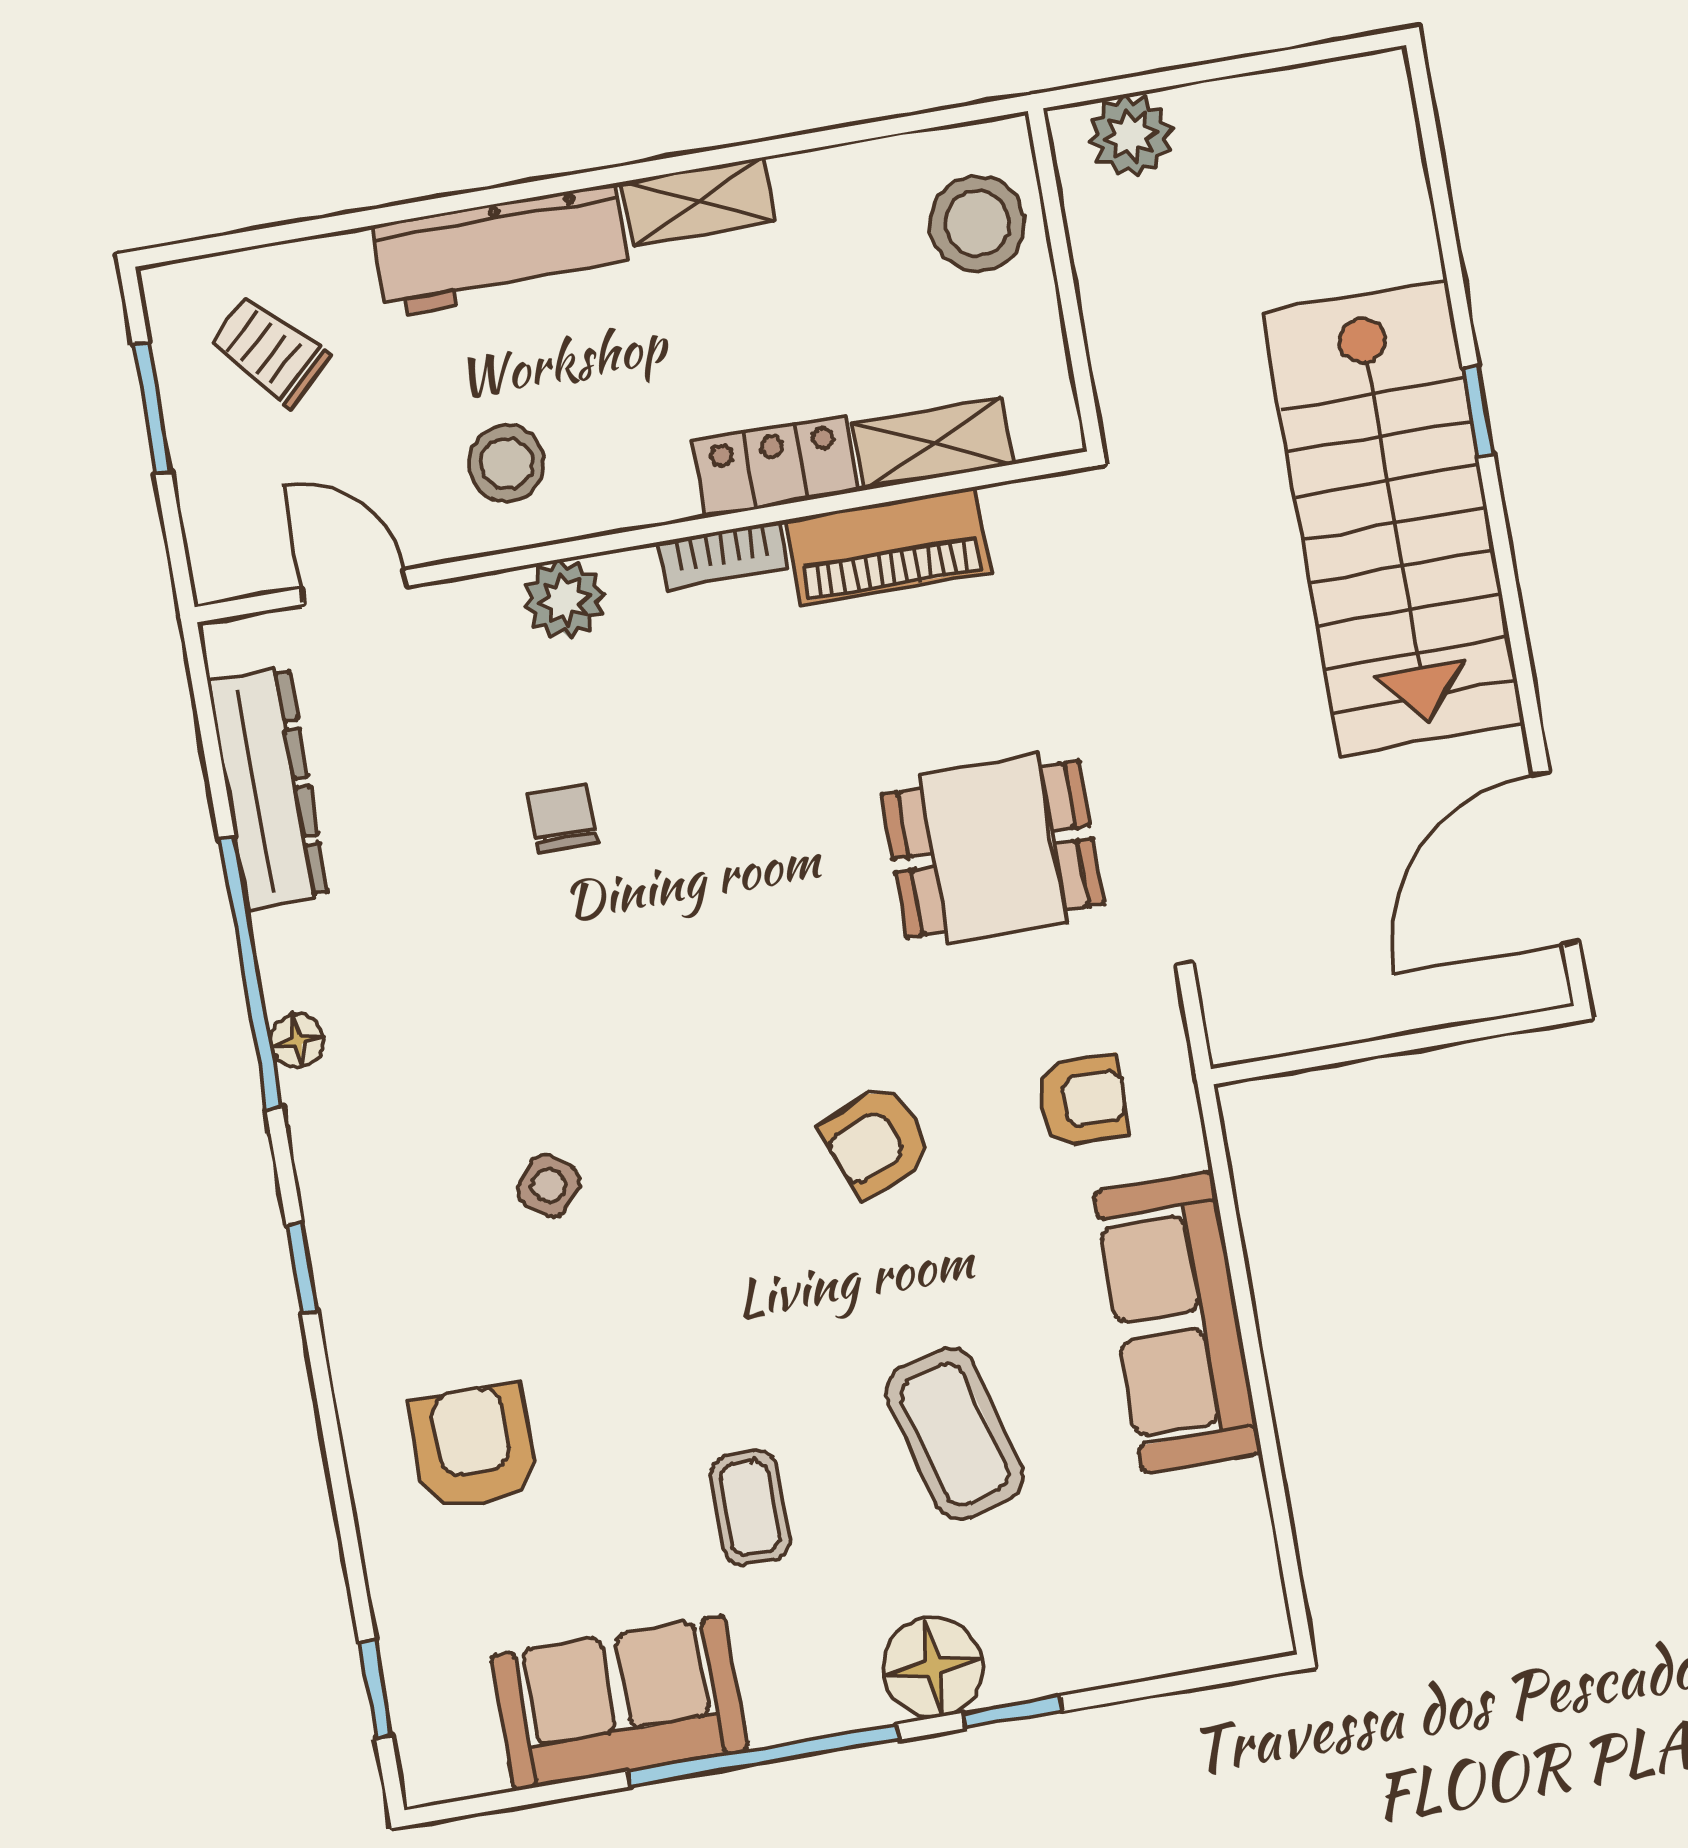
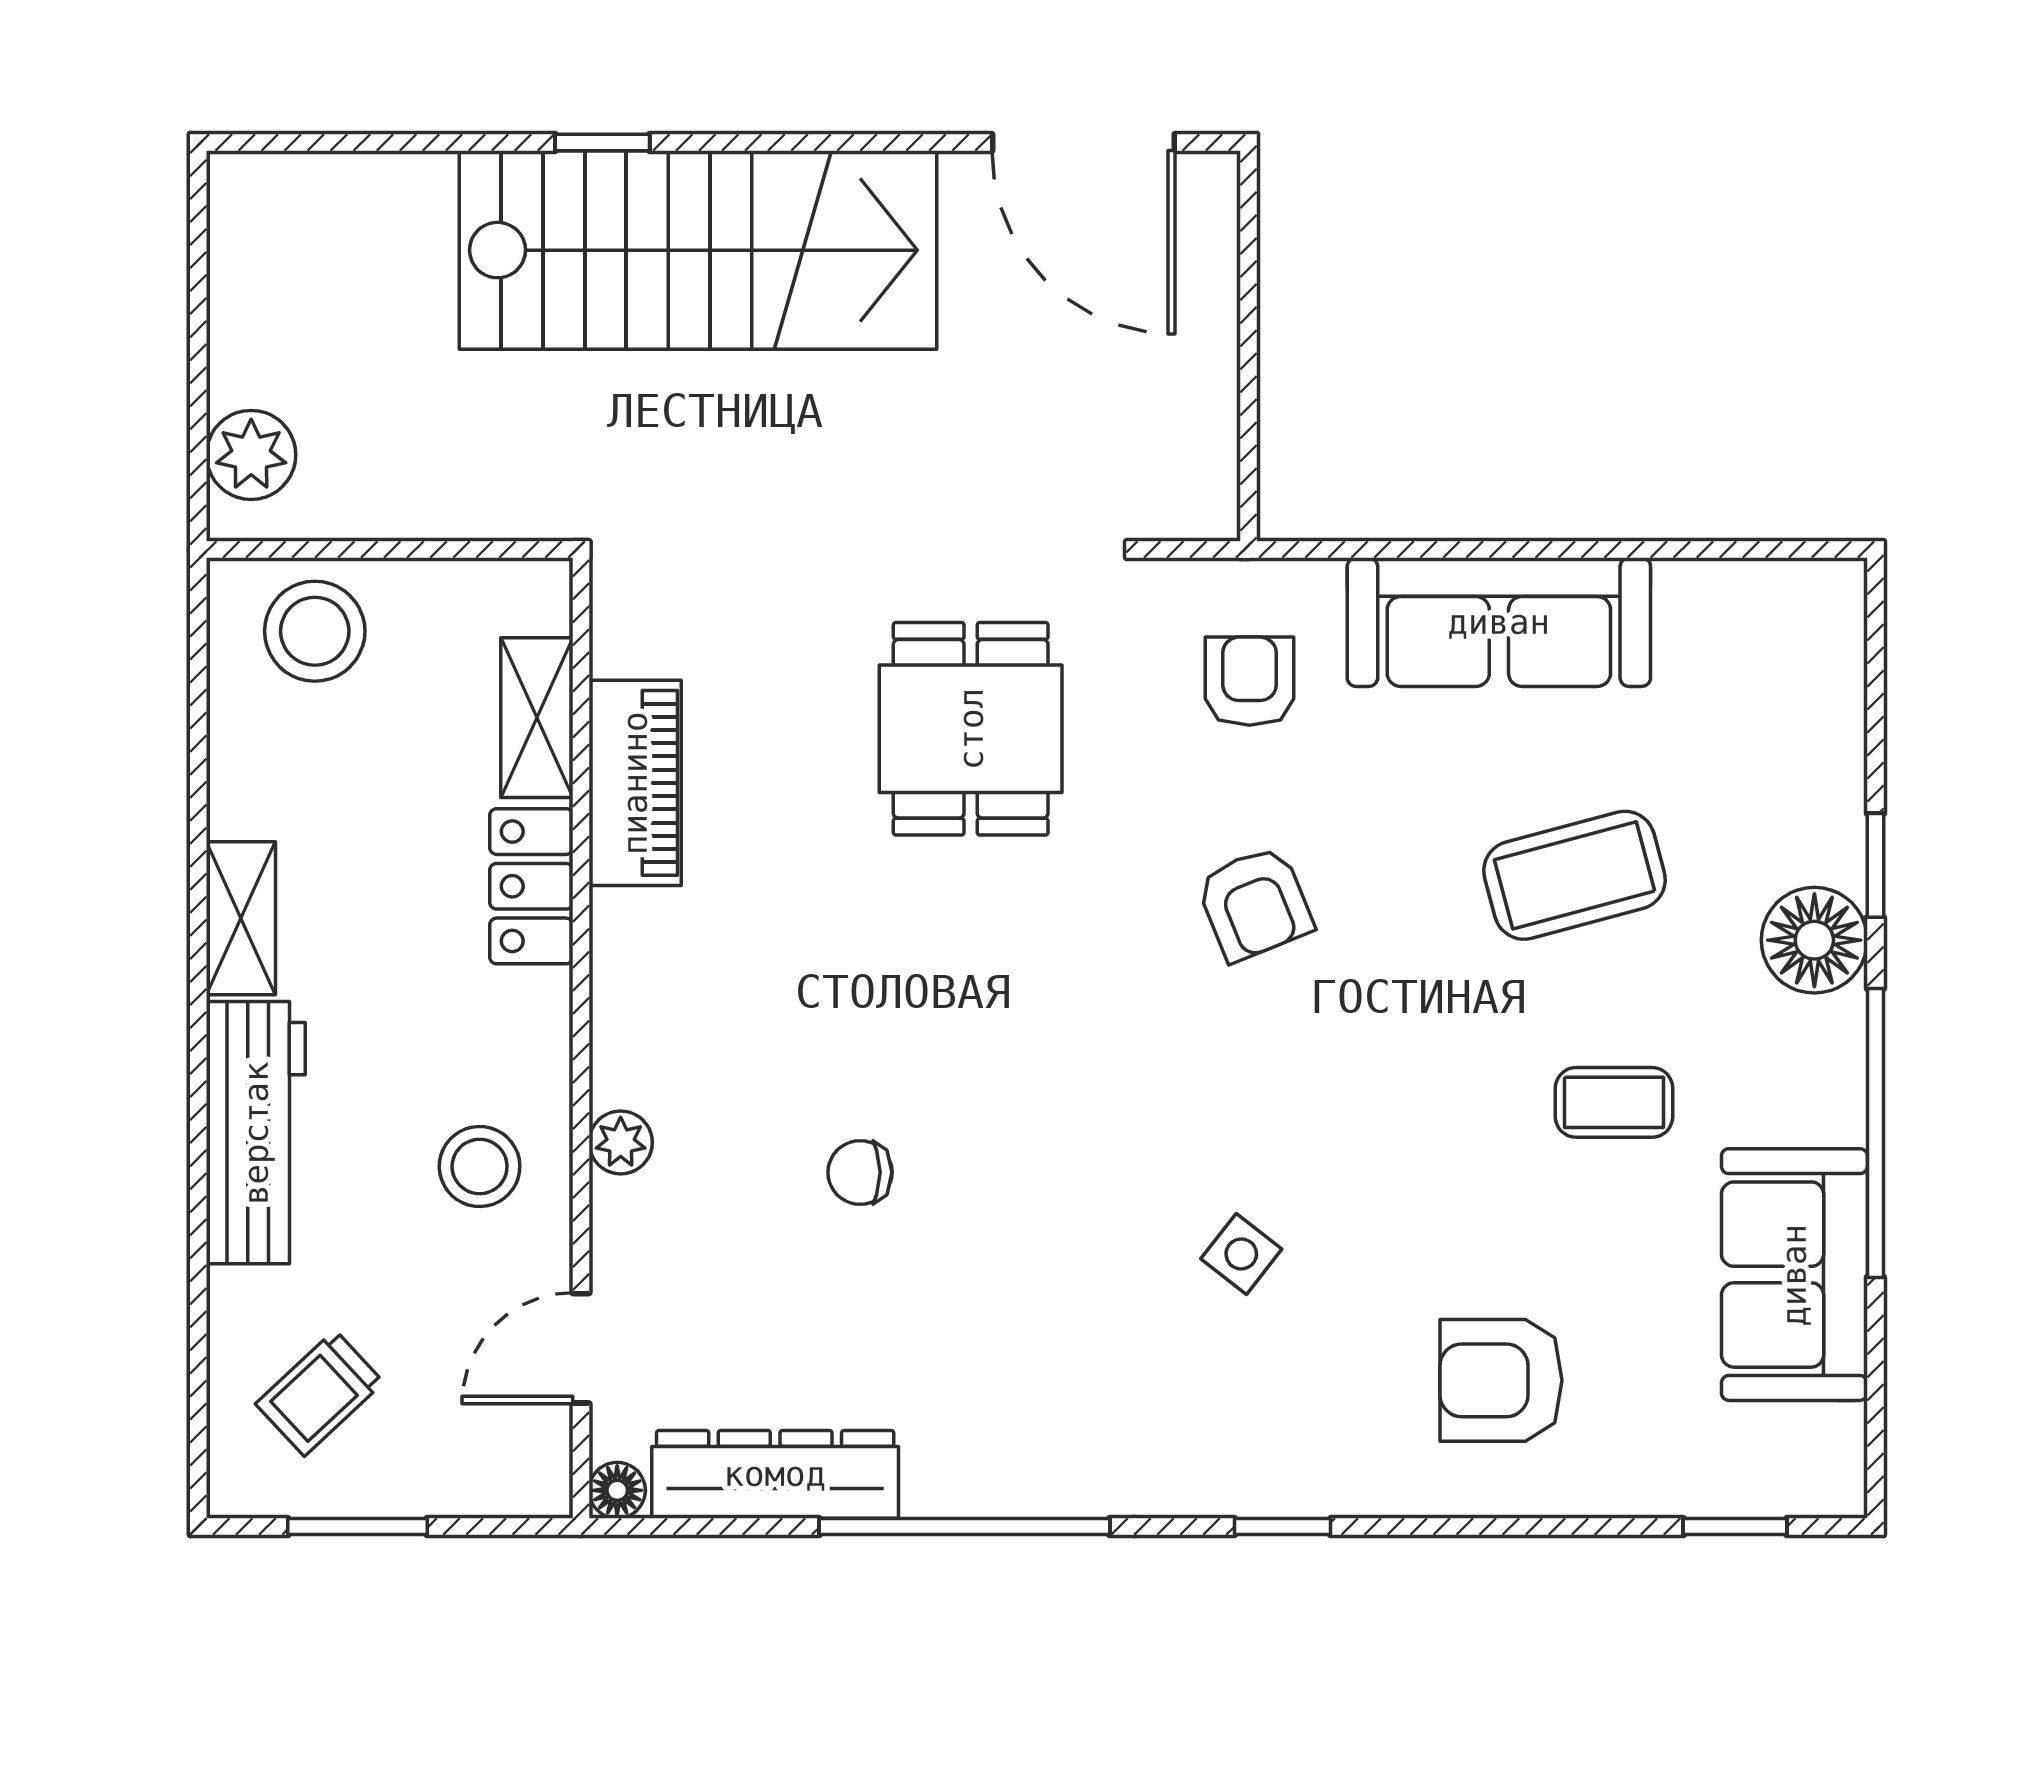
bookcase: (723, 555) -> (615, 957), removed
plant: (565, 600) -> (621, 1142), width x0.73, depth x0.73
floor lamp: (297, 1041) -> (617, 1490), moved

